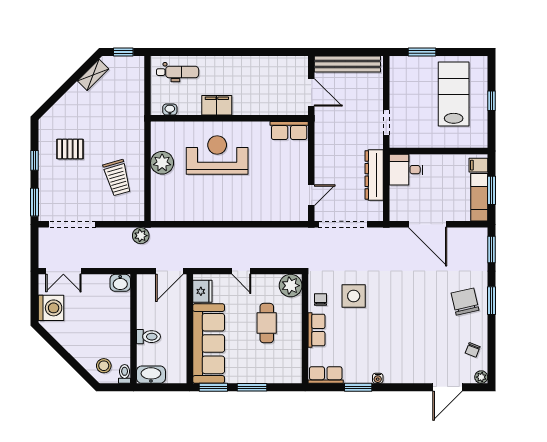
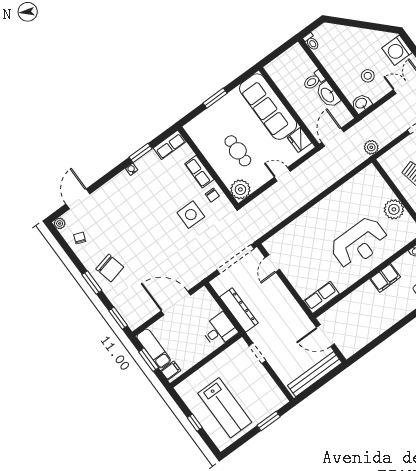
stool: (104, 366) -> (368, 76), moved
washbasin: (151, 375) -> (328, 95), moved, turned 90
window: (213, 387) -> (242, 78), removed

